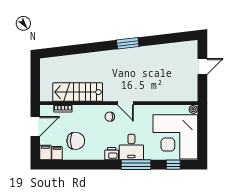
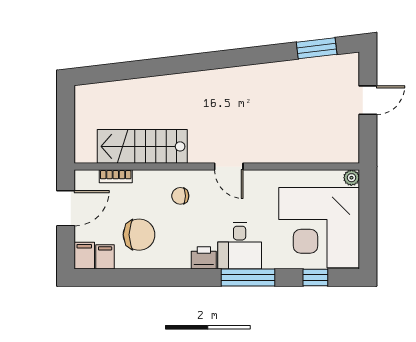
window: (128, 43) -> (317, 48), moved
chair: (110, 117) -> (180, 196), moved

